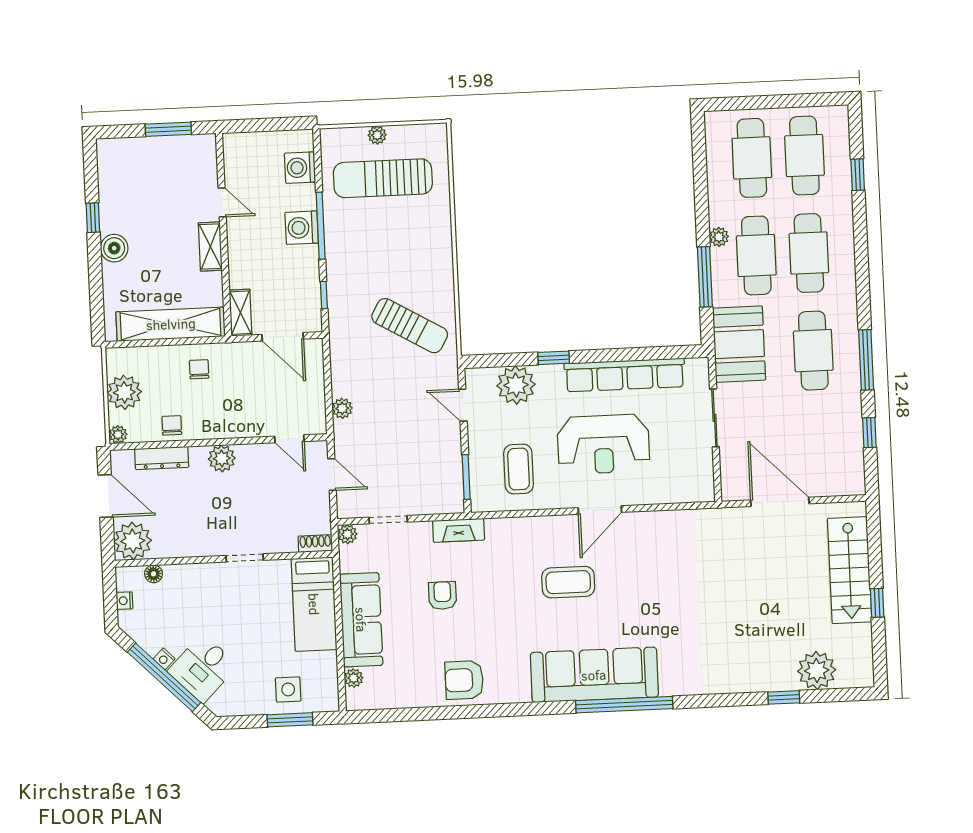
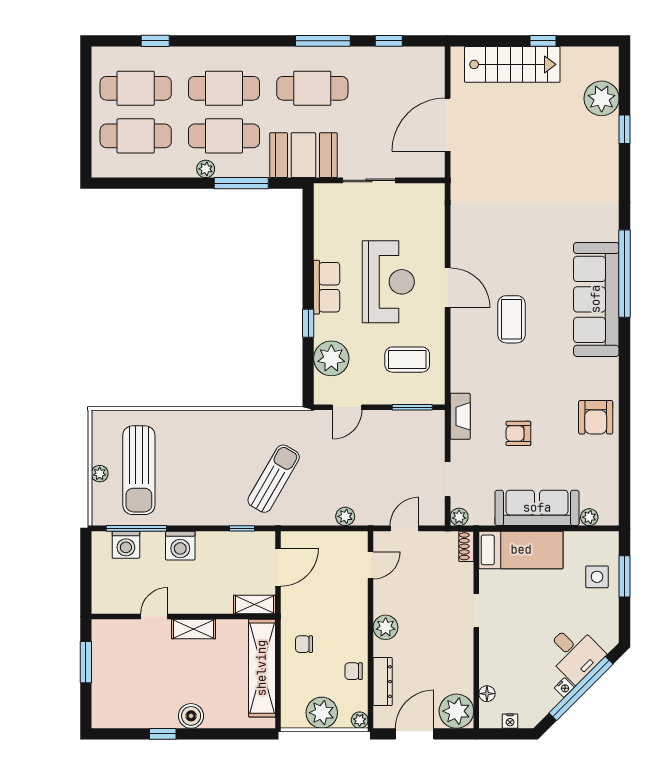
window: (321, 226) -> (136, 528), moved
sun lounger: (410, 326) -> (274, 479), moved
row of seats: (625, 375) -> (327, 287), width x0.50

